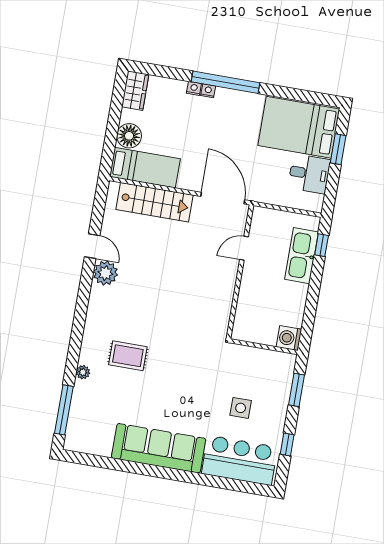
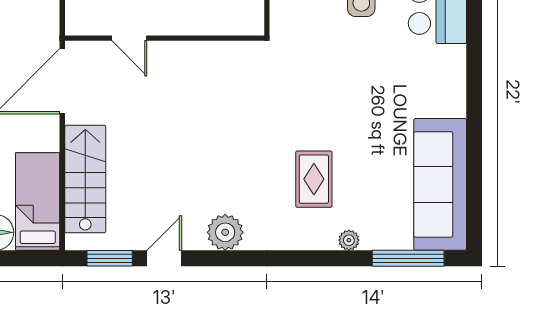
window: (99, 209) -> (110, 258), added
plant: (105, 273) -> (225, 232), moved
sofa: (159, 448) -> (440, 184), moved

